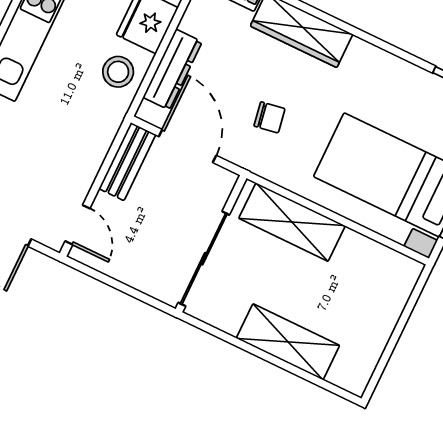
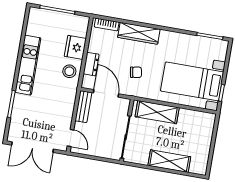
dresser: (173, 70) -> (91, 64), width x0.70

